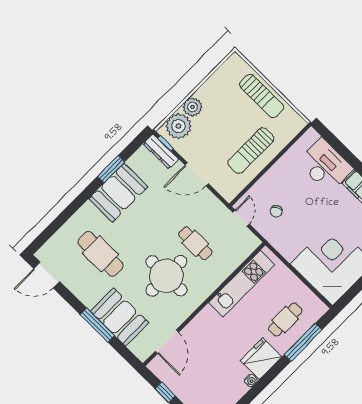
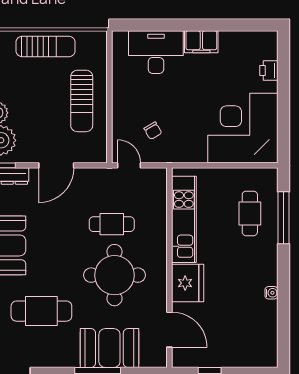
fridge: (261, 359) -> (188, 283), moved, turned 180

